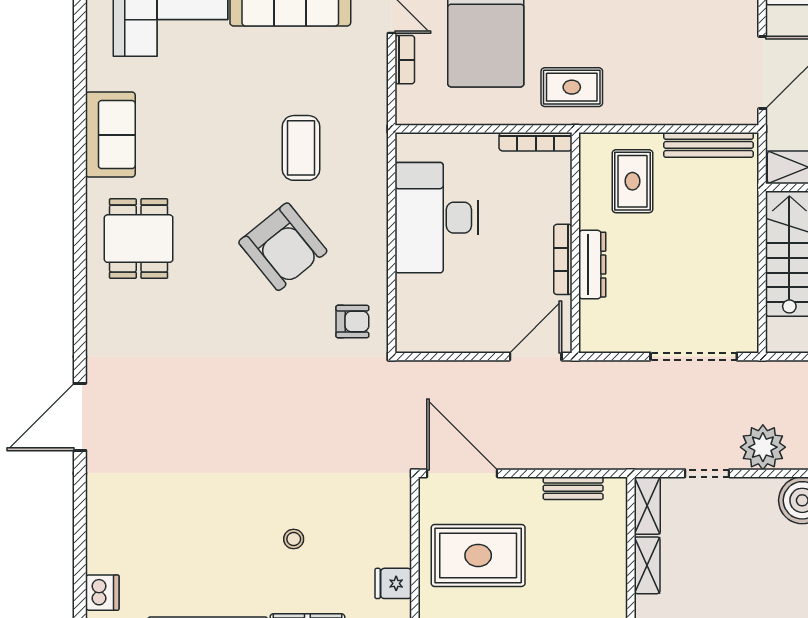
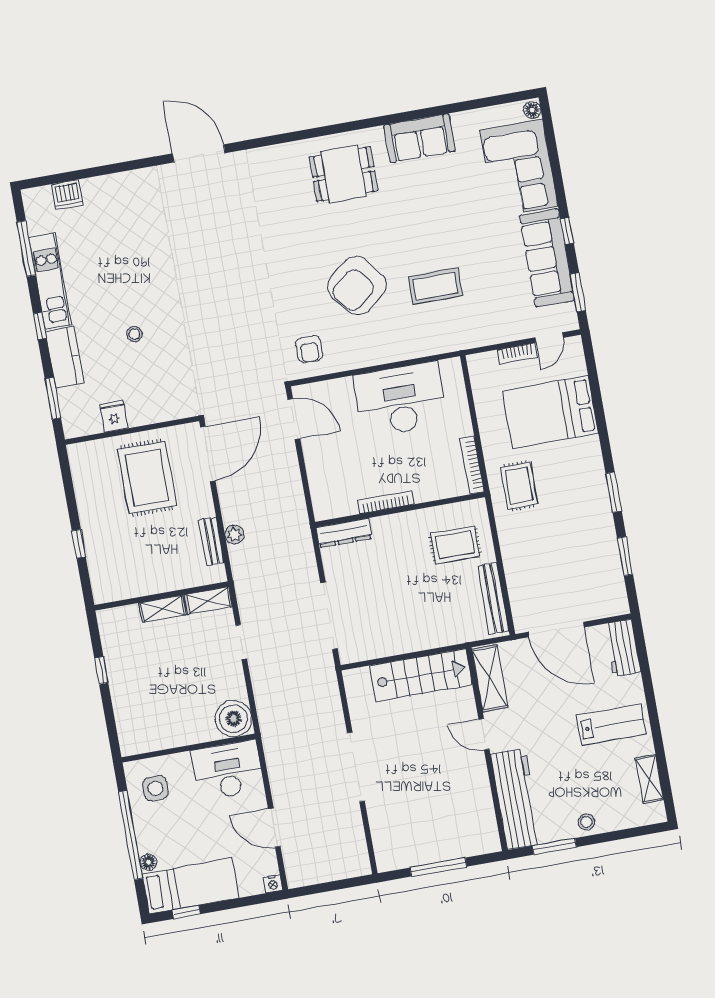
dresser: (592, 265) -> (344, 533), moved
door: (536, 357) -> (294, 419), moved
plant: (763, 447) -> (234, 535), moved, width x0.53, depth x0.53

